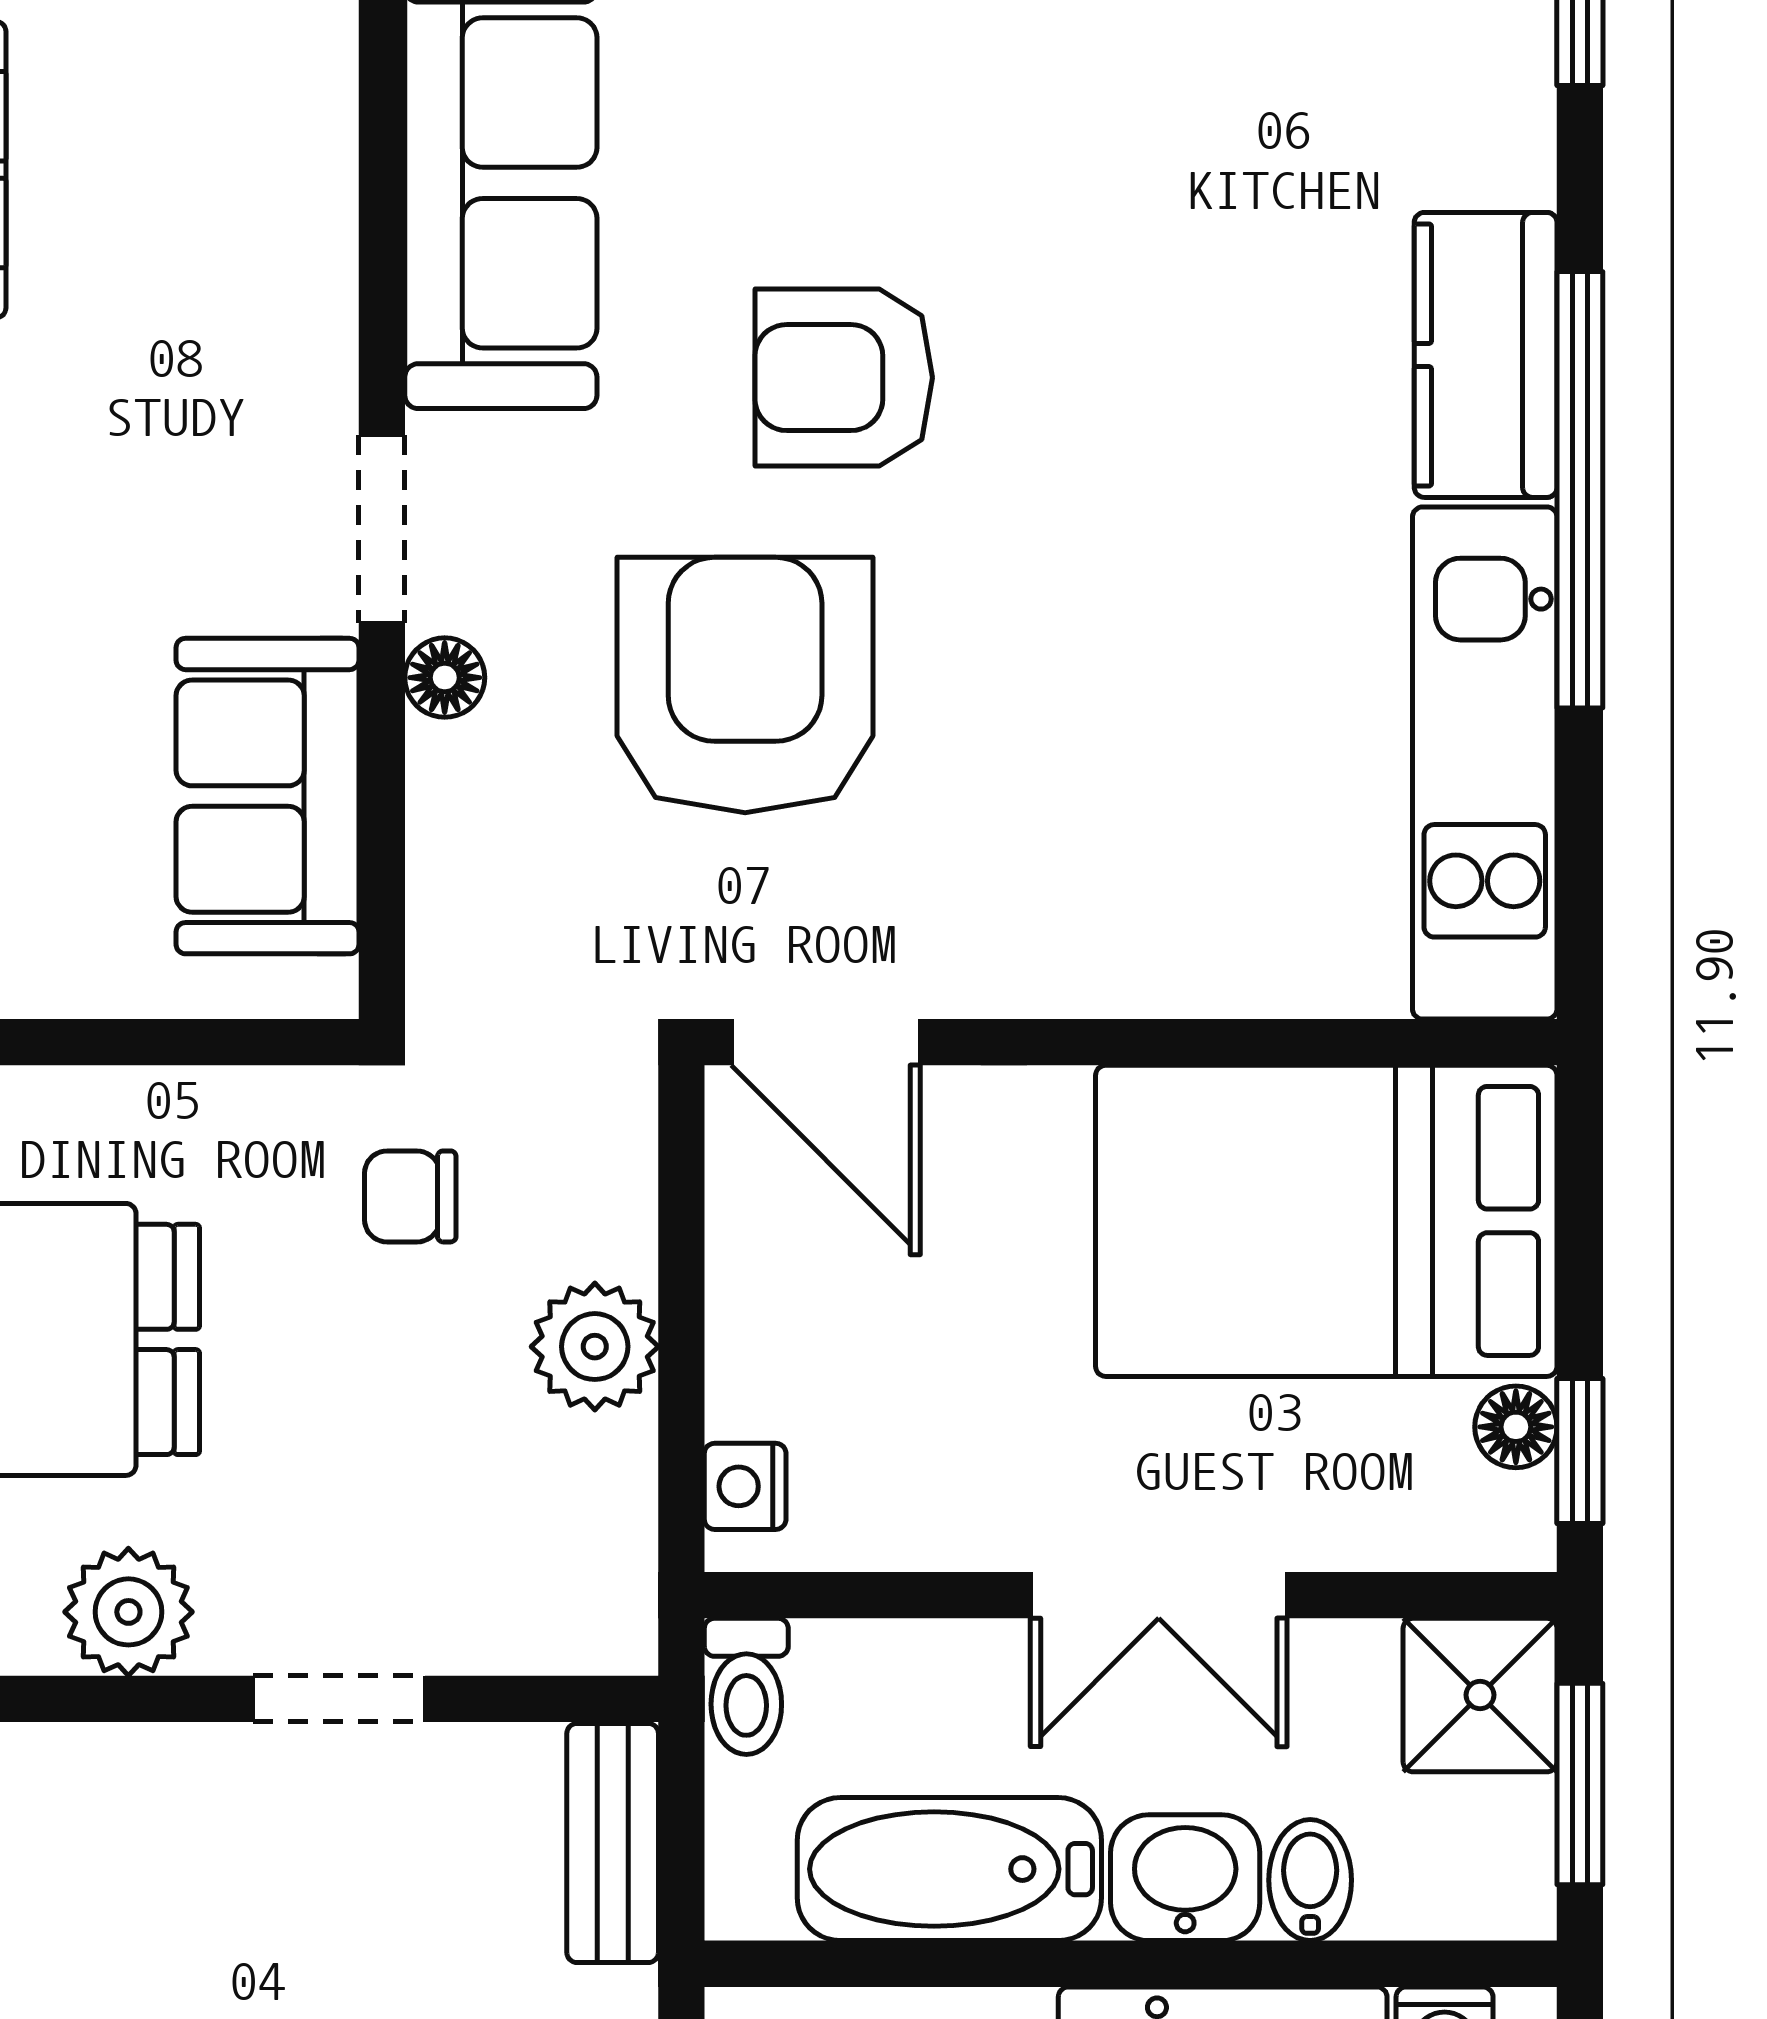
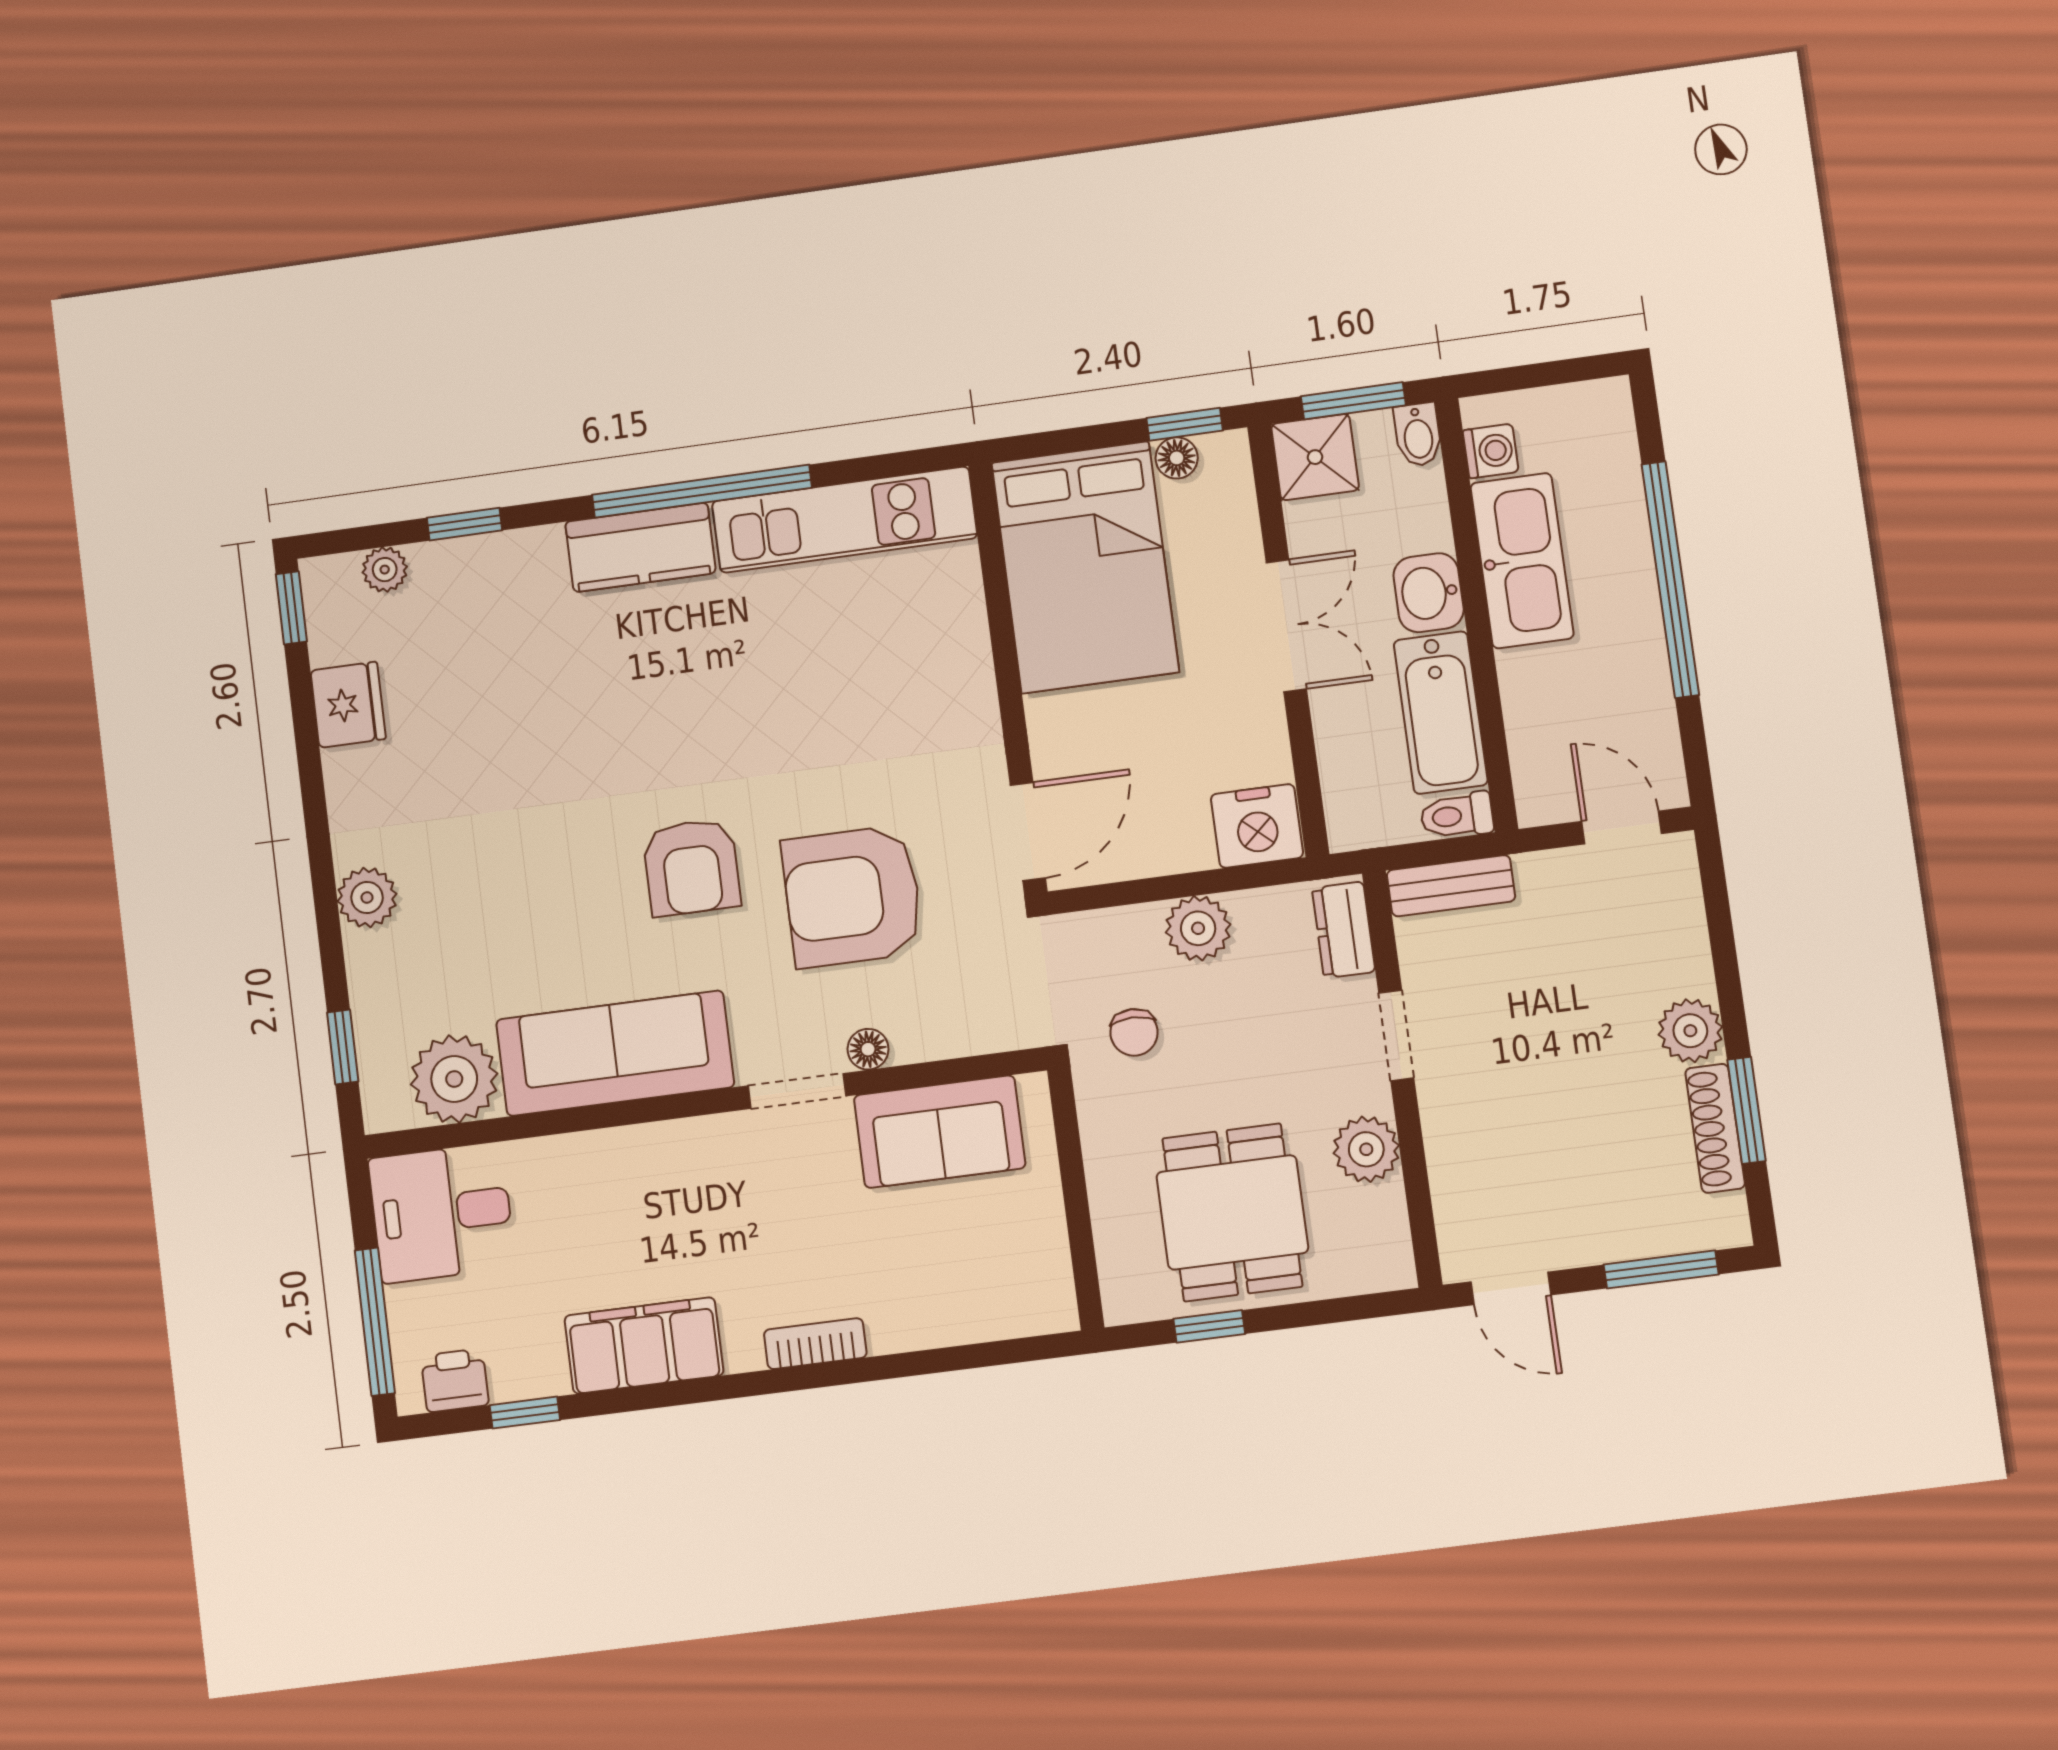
nightstand: (745, 1486) -> (1257, 826), width x1.89, depth x1.79
dresser: (555, 1626) -> (1344, 930), added
toilet: (746, 1686) -> (1457, 816), moved, turned 180
bidet: (1310, 1880) -> (1418, 435), moved, turned -90

